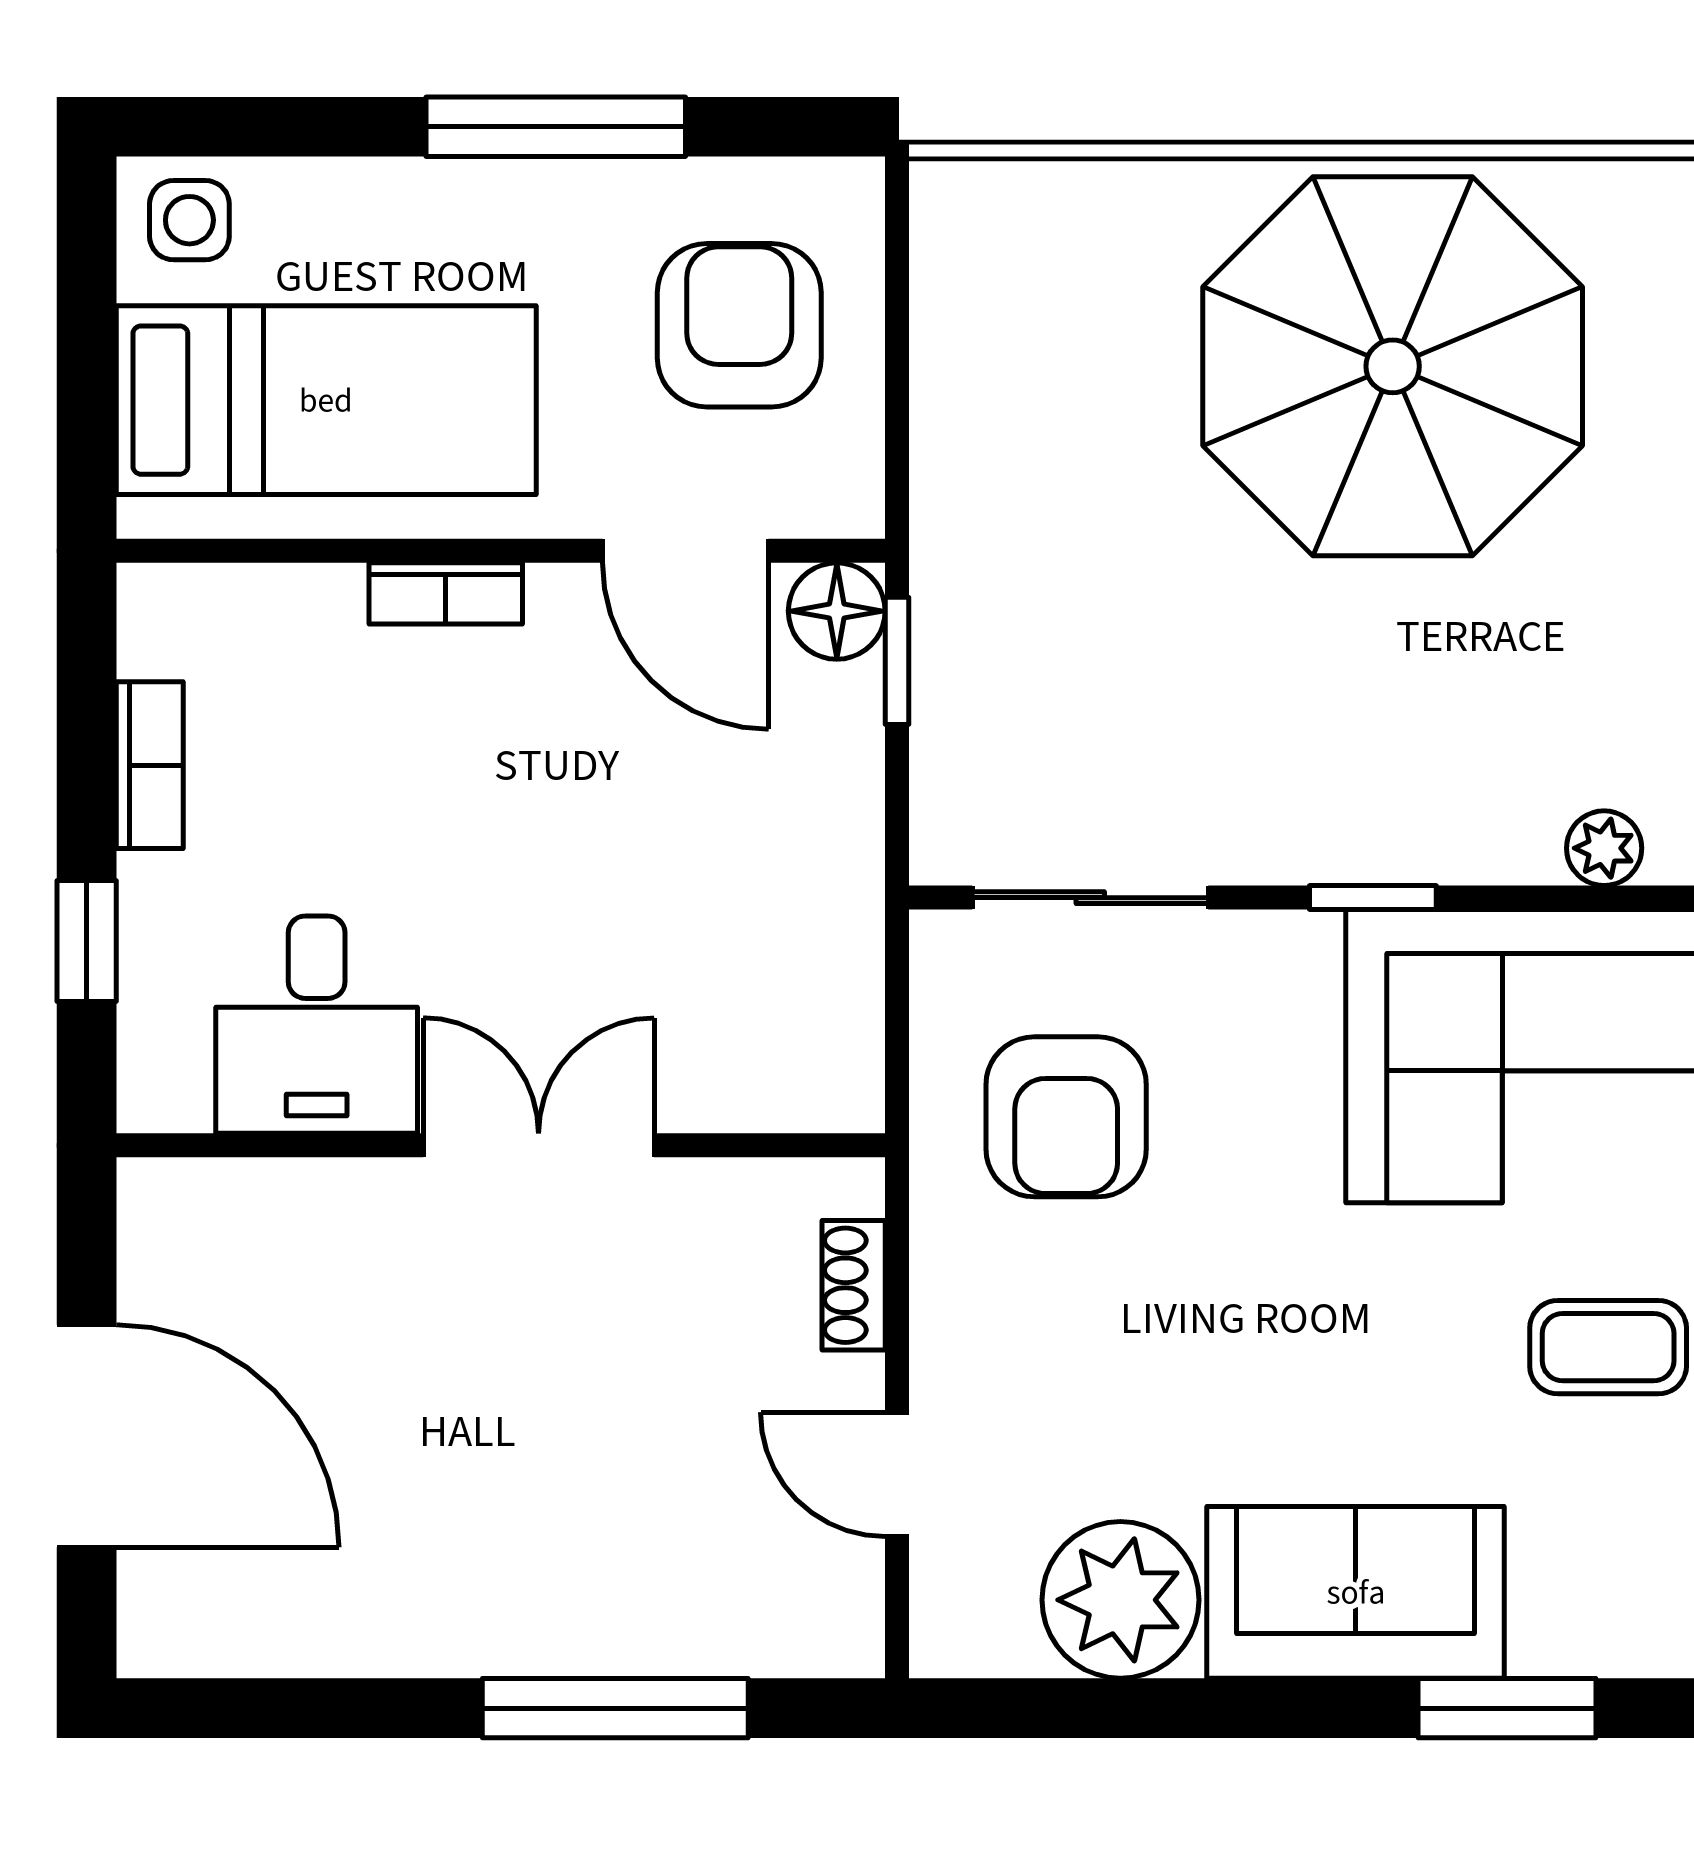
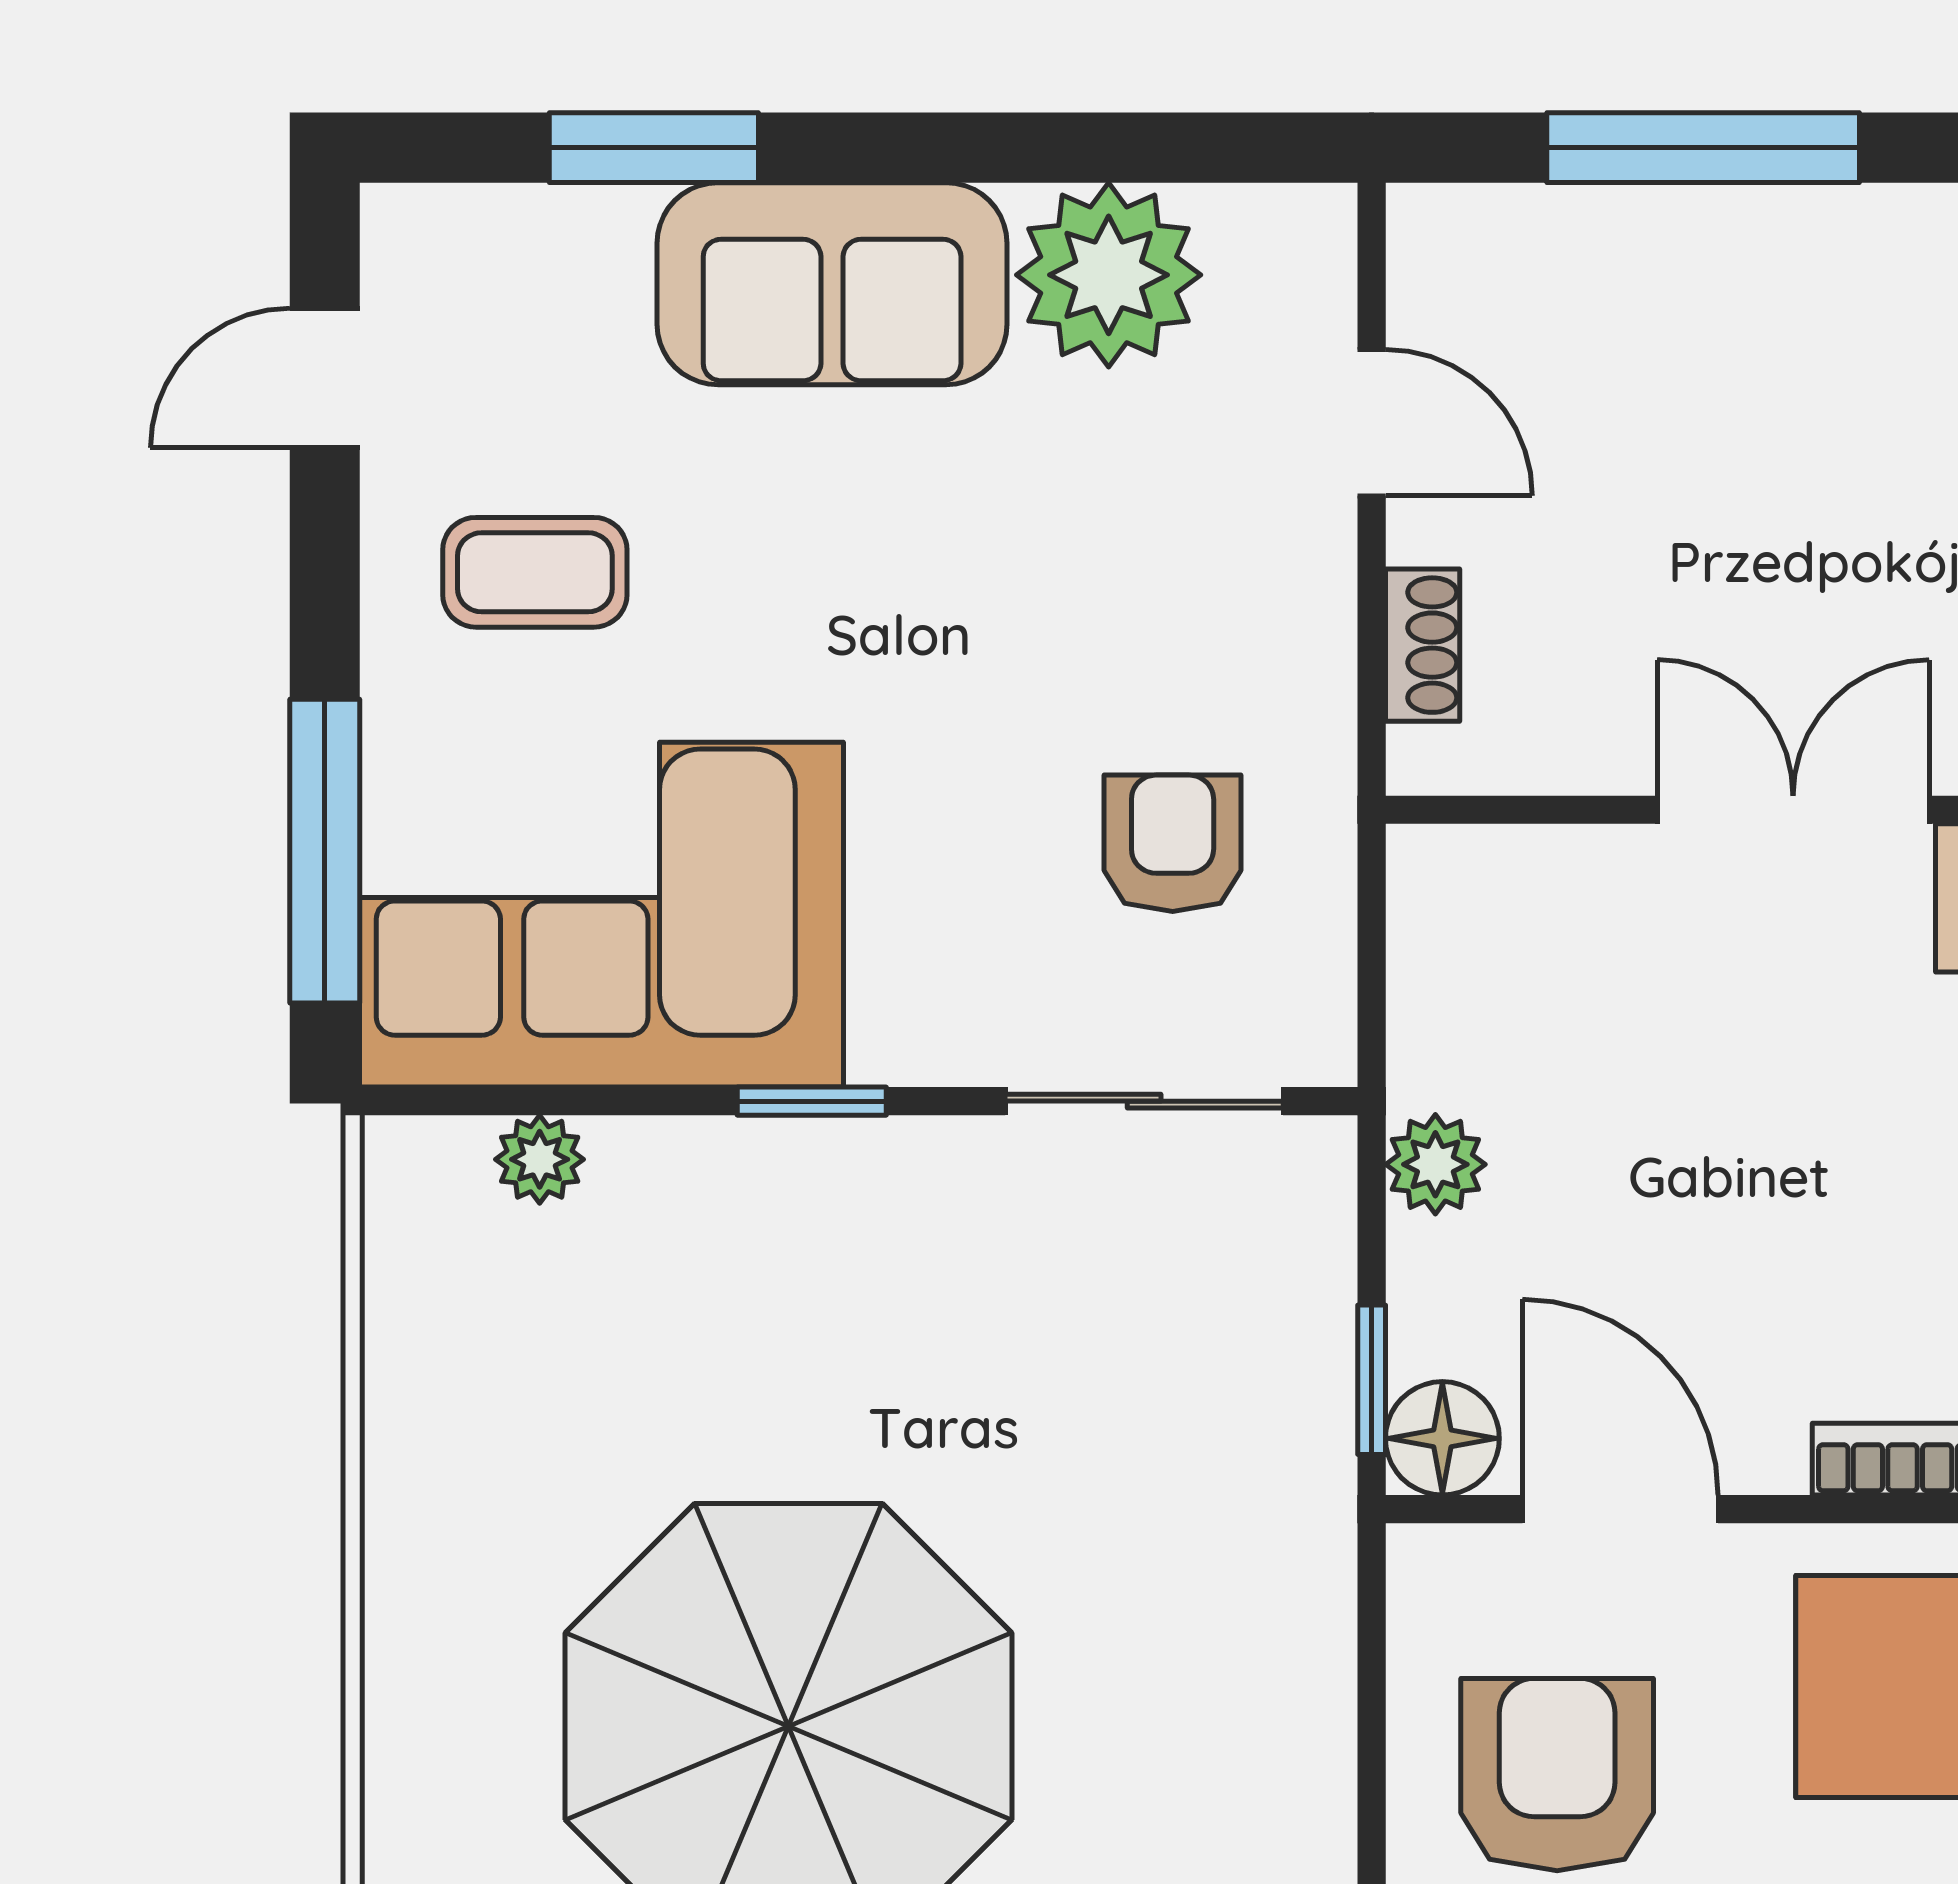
armchair: (739, 325) -> (1557, 1775), turned 180
plant: (843, 844) -> (1435, 1164), added
armchair: (1066, 1117) -> (1173, 843), width x0.72, depth x0.72
double door: (539, 1145) -> (1793, 810), swing flipped

